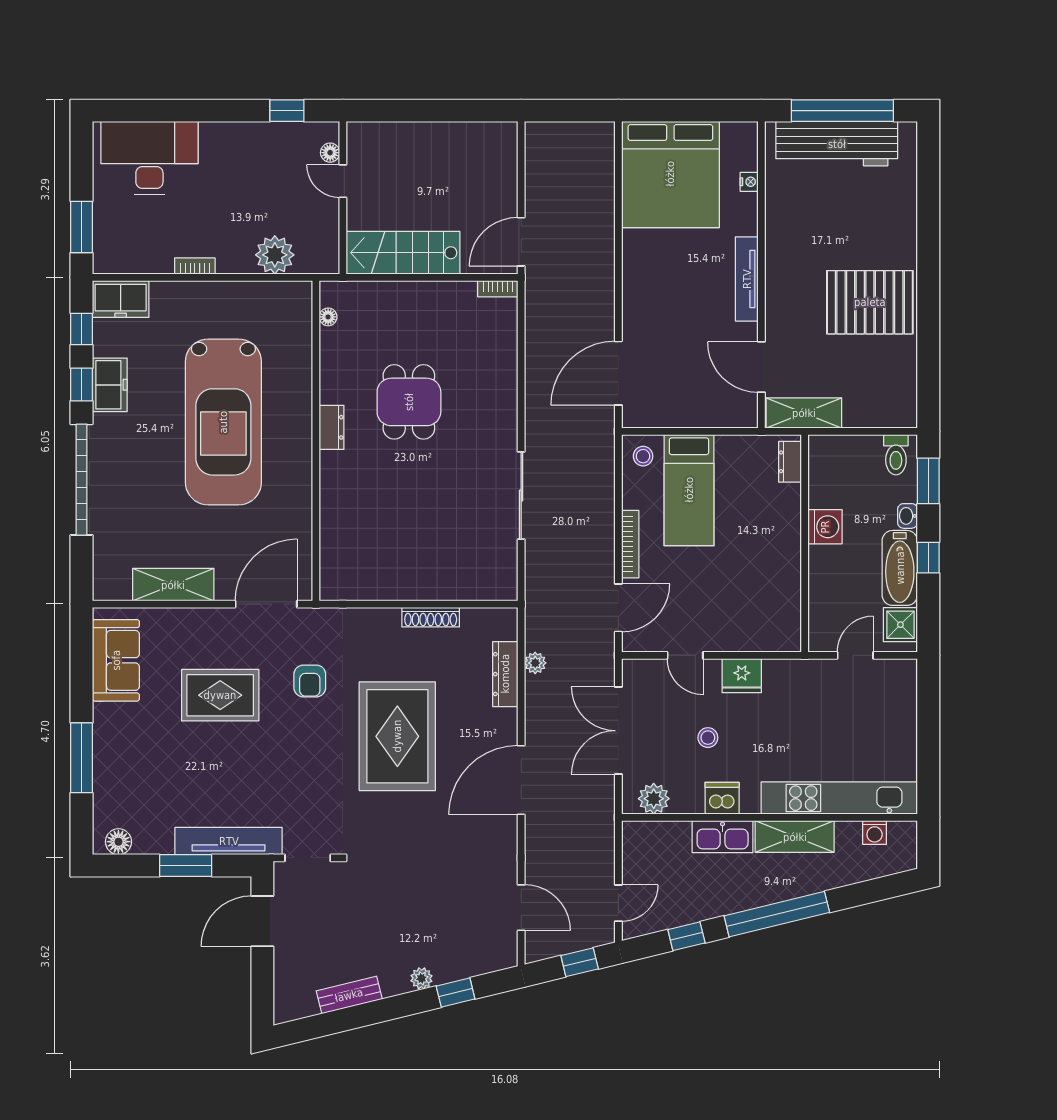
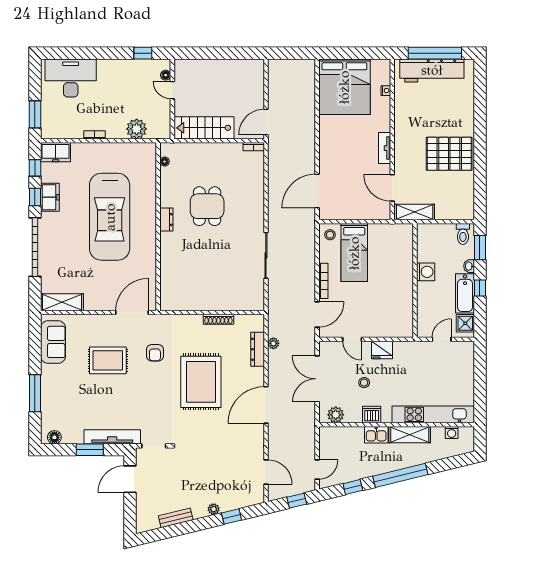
tv unit: (747, 279) -> (385, 148), width x0.71
dresser: (790, 462) -> (407, 238), removed
shelving: (173, 585) -> (62, 302), moved
kitchen sink: (723, 837) -> (376, 435), width x0.73

